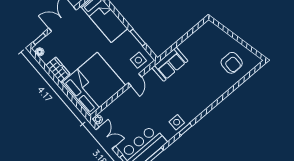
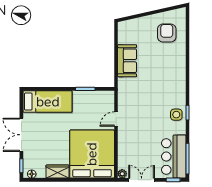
side table: (138, 60) -> (103, 103), removed
armchair: (232, 63) -> (167, 33), turned -90
sofa: (170, 64) -> (127, 61), moved
door: (135, 80) -> (116, 119), swing flipped

